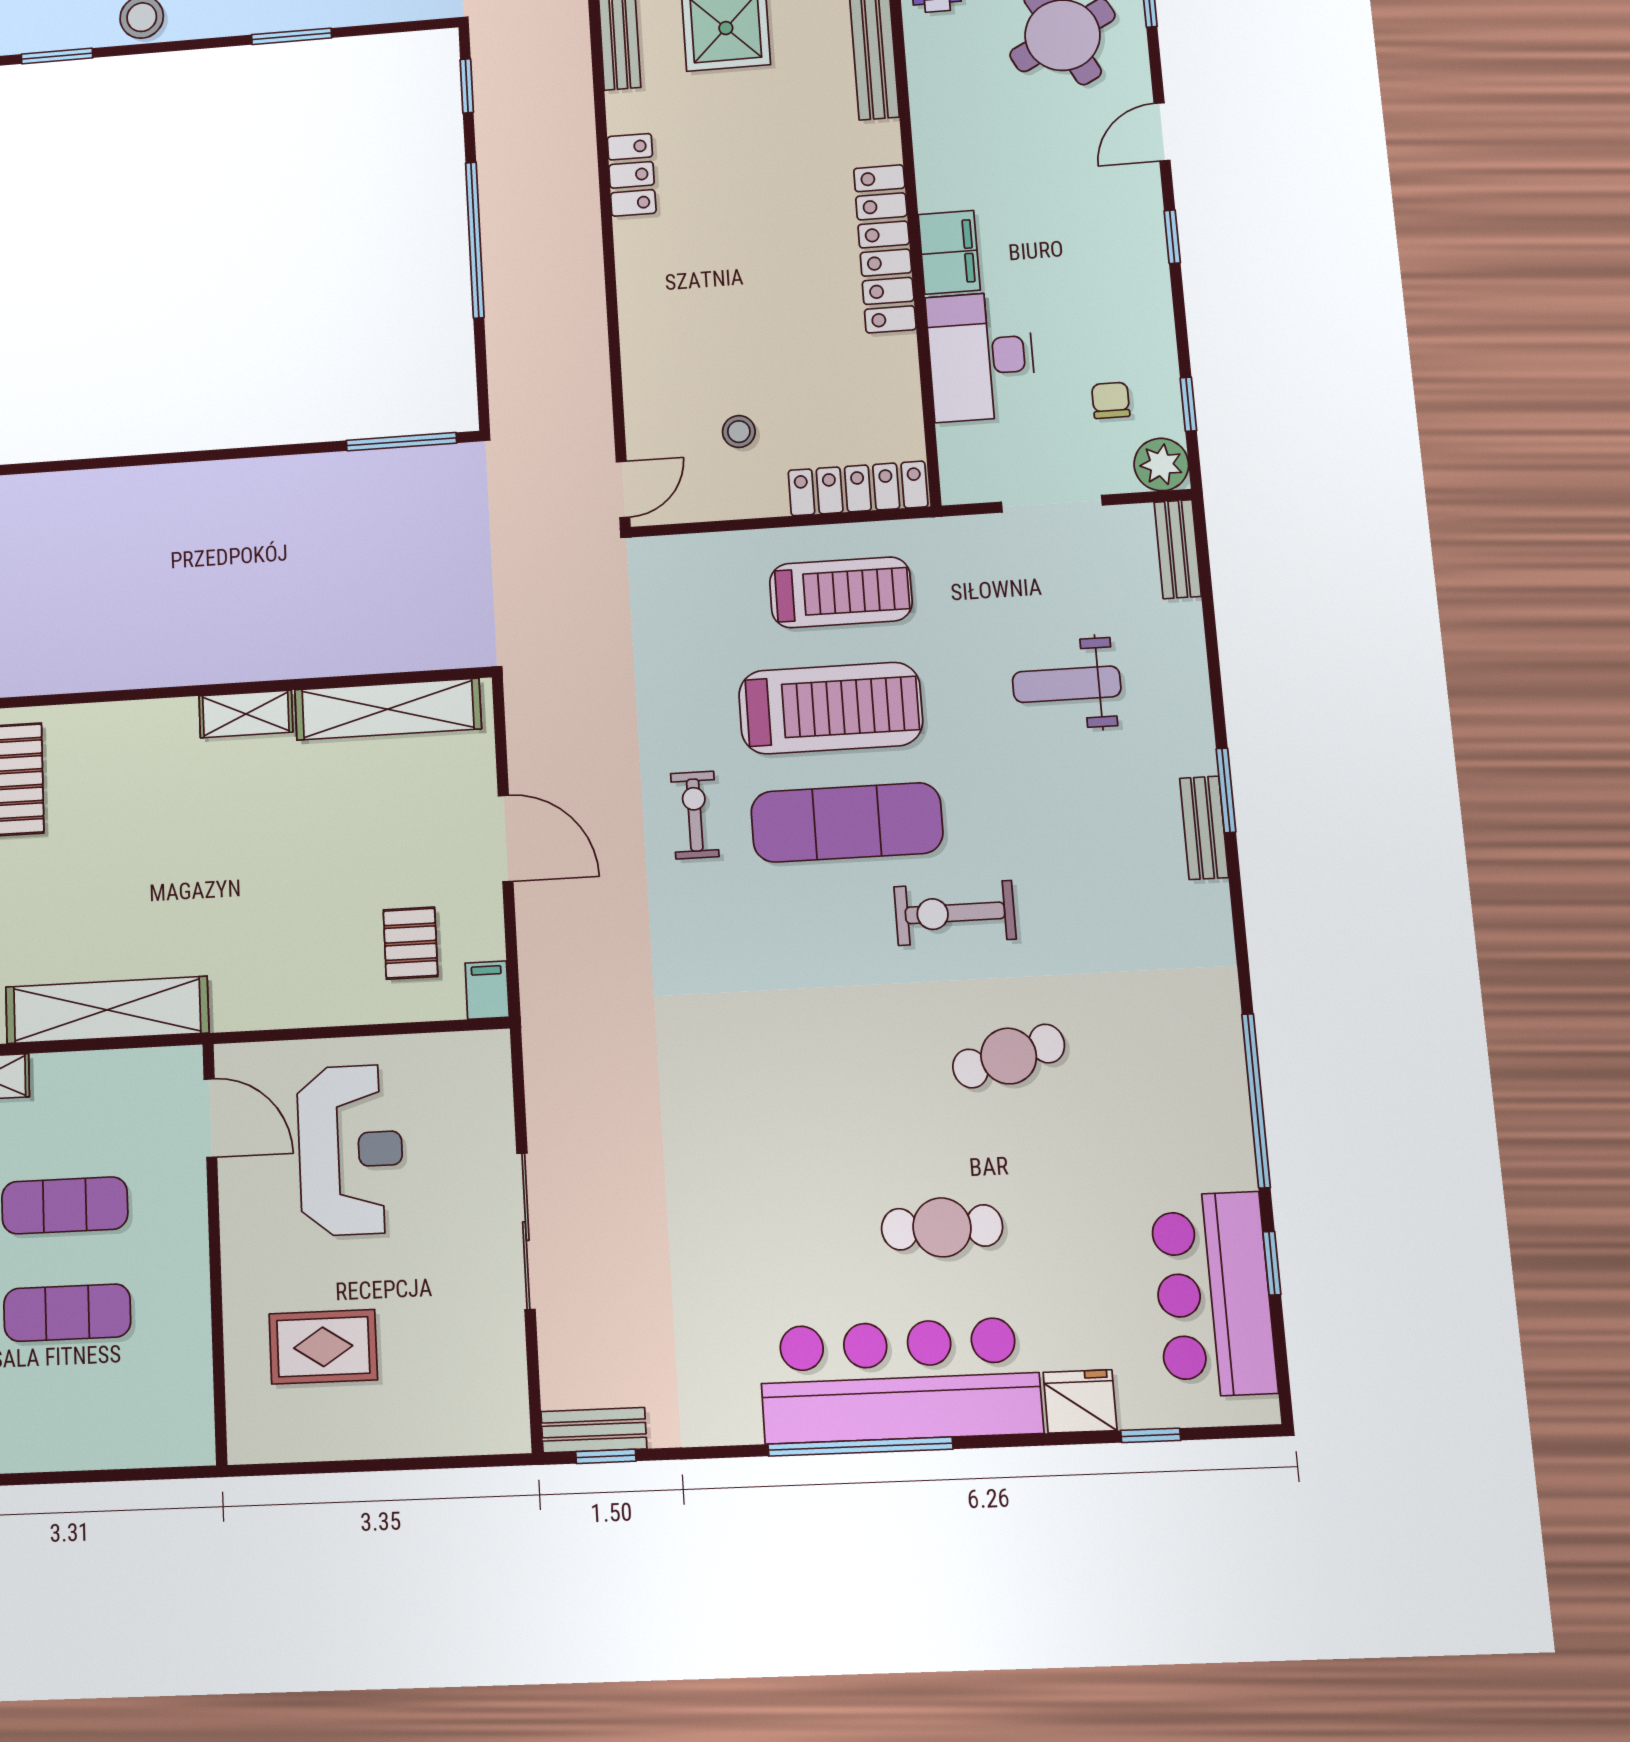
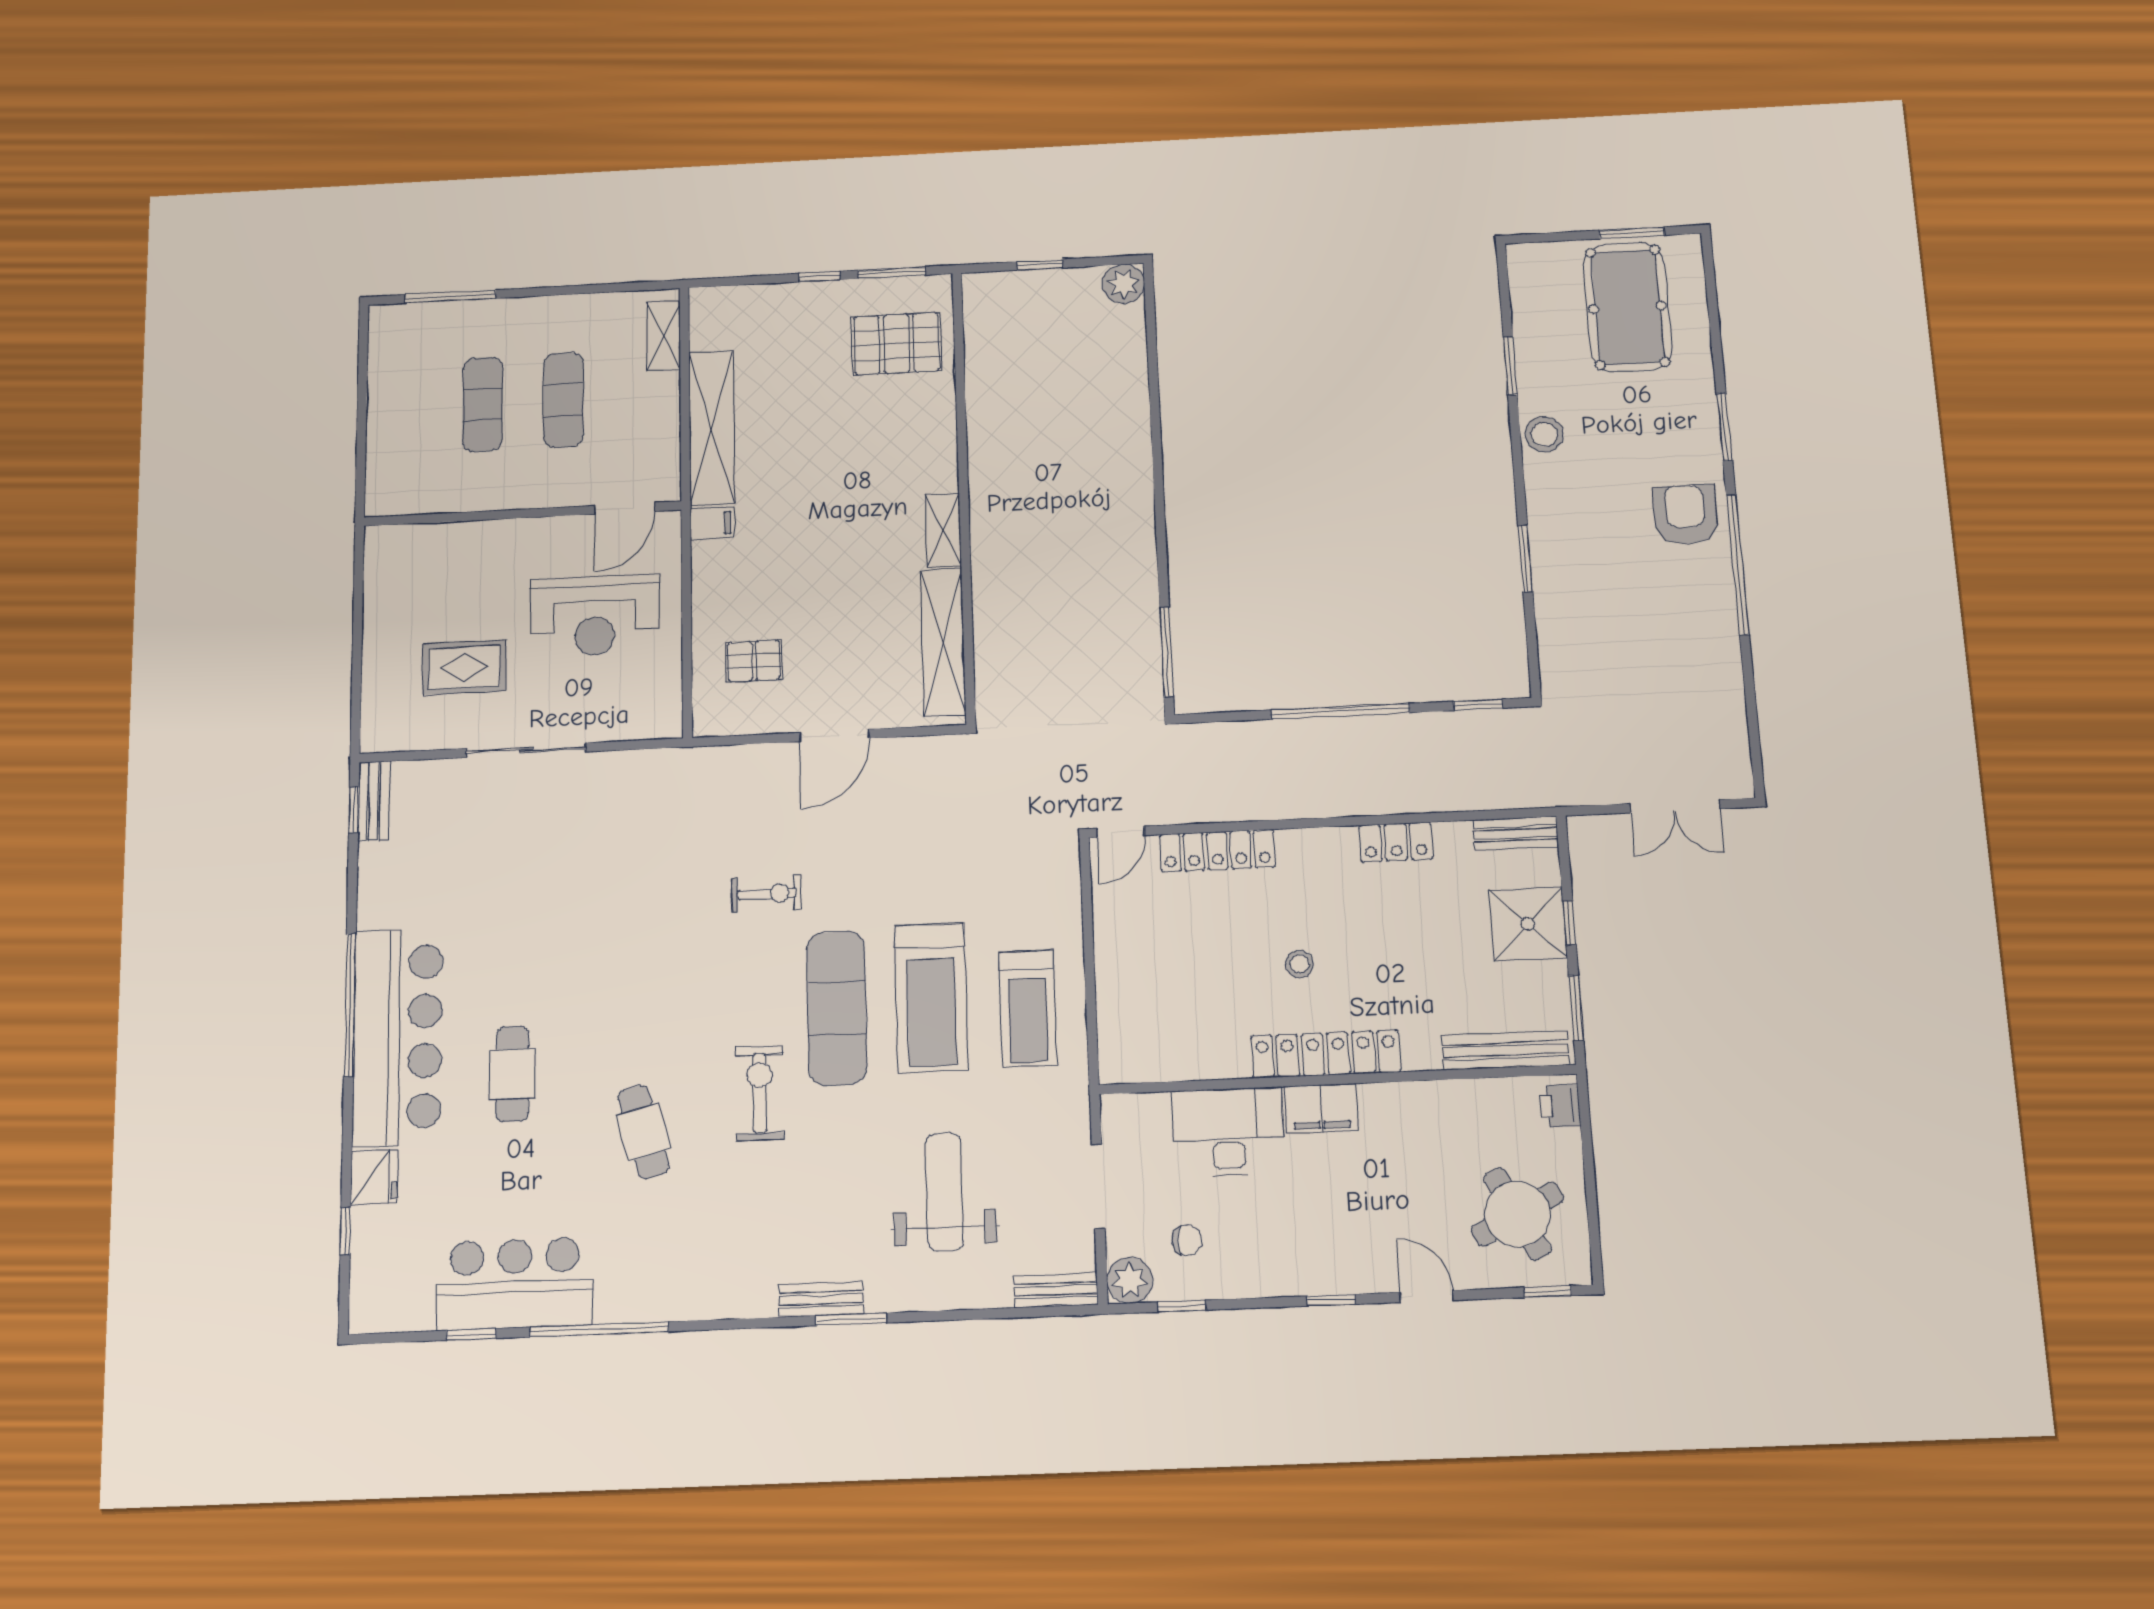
stool: (739, 432) -> (1299, 964), moved
locker: (858, 488) -> (1217, 851), moved, turned 90
door: (623, 489) -> (1121, 832), hinge flipped
weight bench: (1067, 684) -> (944, 1192), width x1.36, depth x1.33
exercise bike: (695, 815) -> (767, 894), moved
filing cabinet: (487, 990) -> (712, 523), moved
bar counter: (1213, 1294) -> (515, 1284), moved
rug: (323, 1347) -> (464, 667), moved, turned 90

